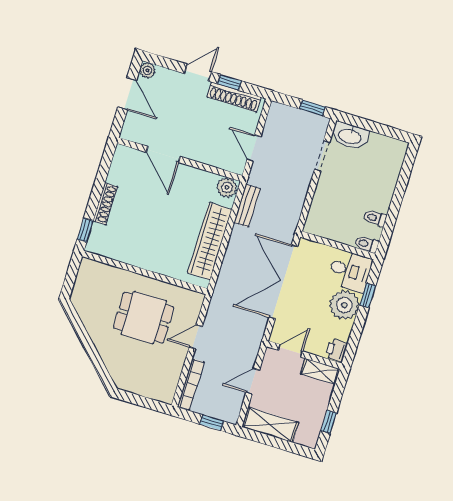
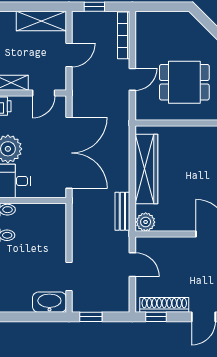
window: (230, 82) -> (156, 317), moved

